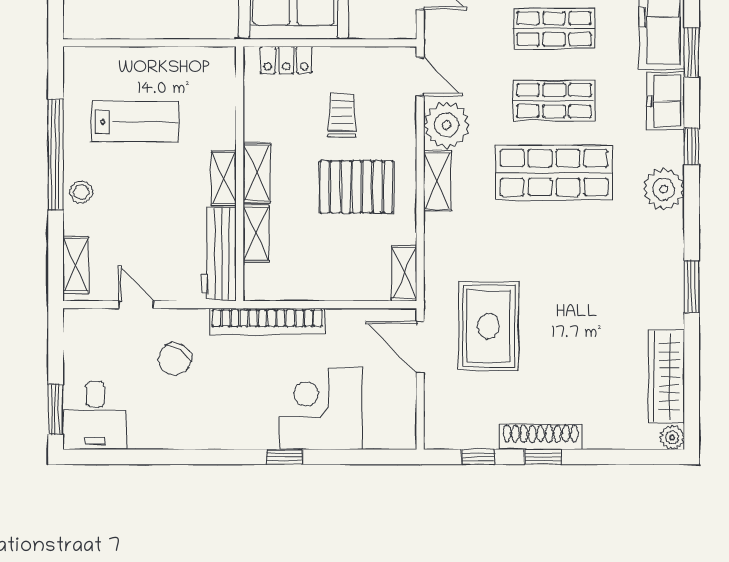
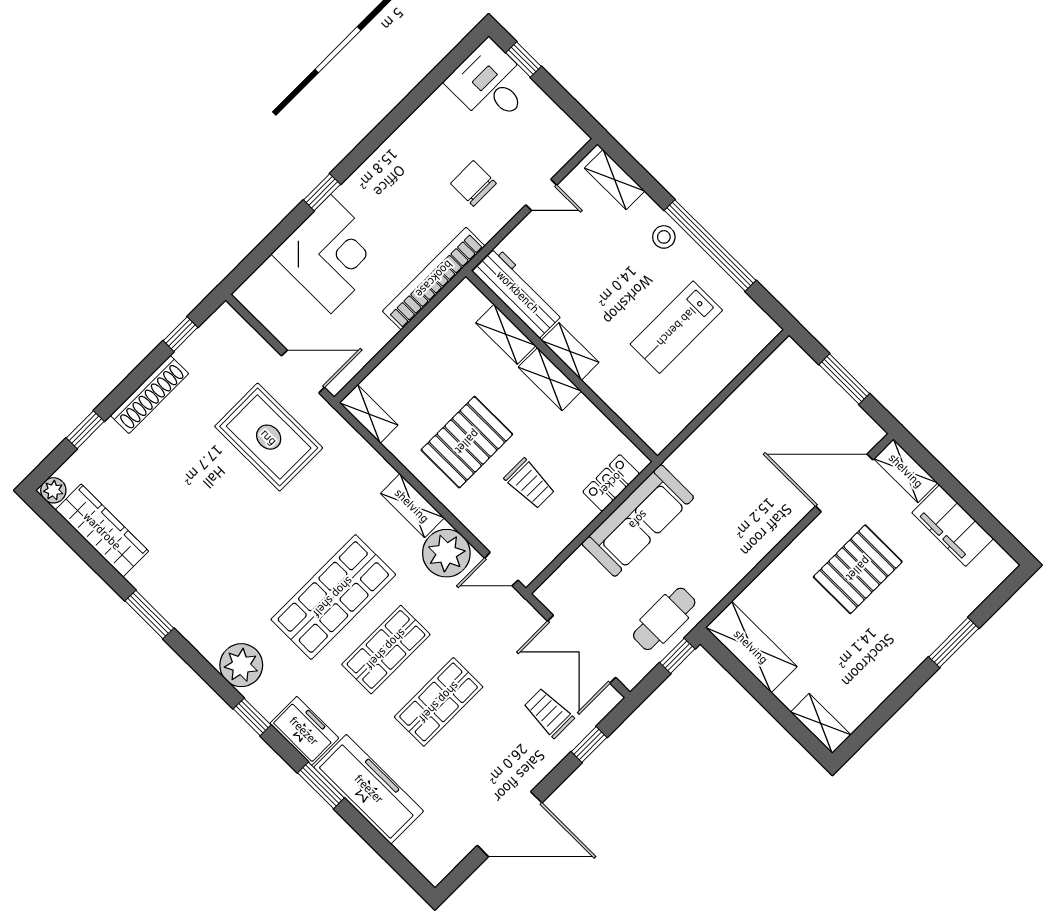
chair: (175, 359) -> (473, 183), turned -32
window: (56, 409) -> (524, 59), width x0.67
window: (543, 457) -> (85, 430), moved

